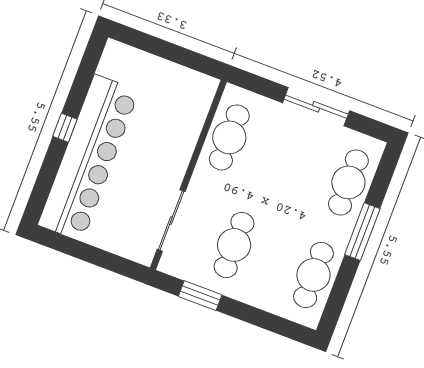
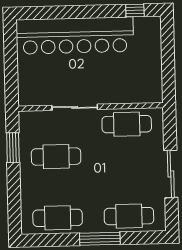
window: (65, 128) -> (135, 10), moved
sliding door: (171, 221) -> (75, 107), moved

